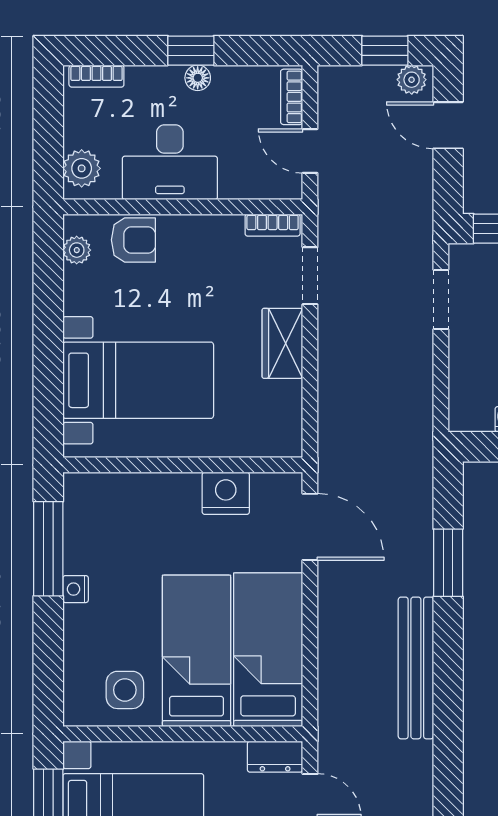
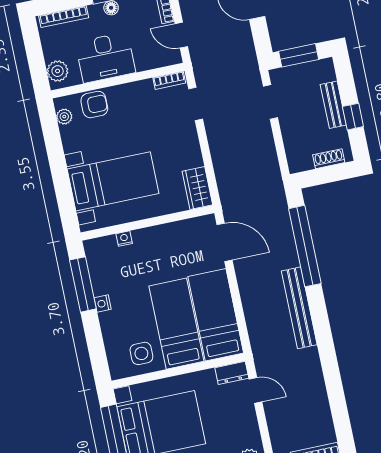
bookcase: (96, 76) -> (64, 17), width x1.56
wardrobe: (282, 343) -> (197, 188), moved
nightstand: (226, 493) -> (124, 239), moved, width x0.53, depth x0.56
window: (448, 563) -> (305, 246), width x2.11

